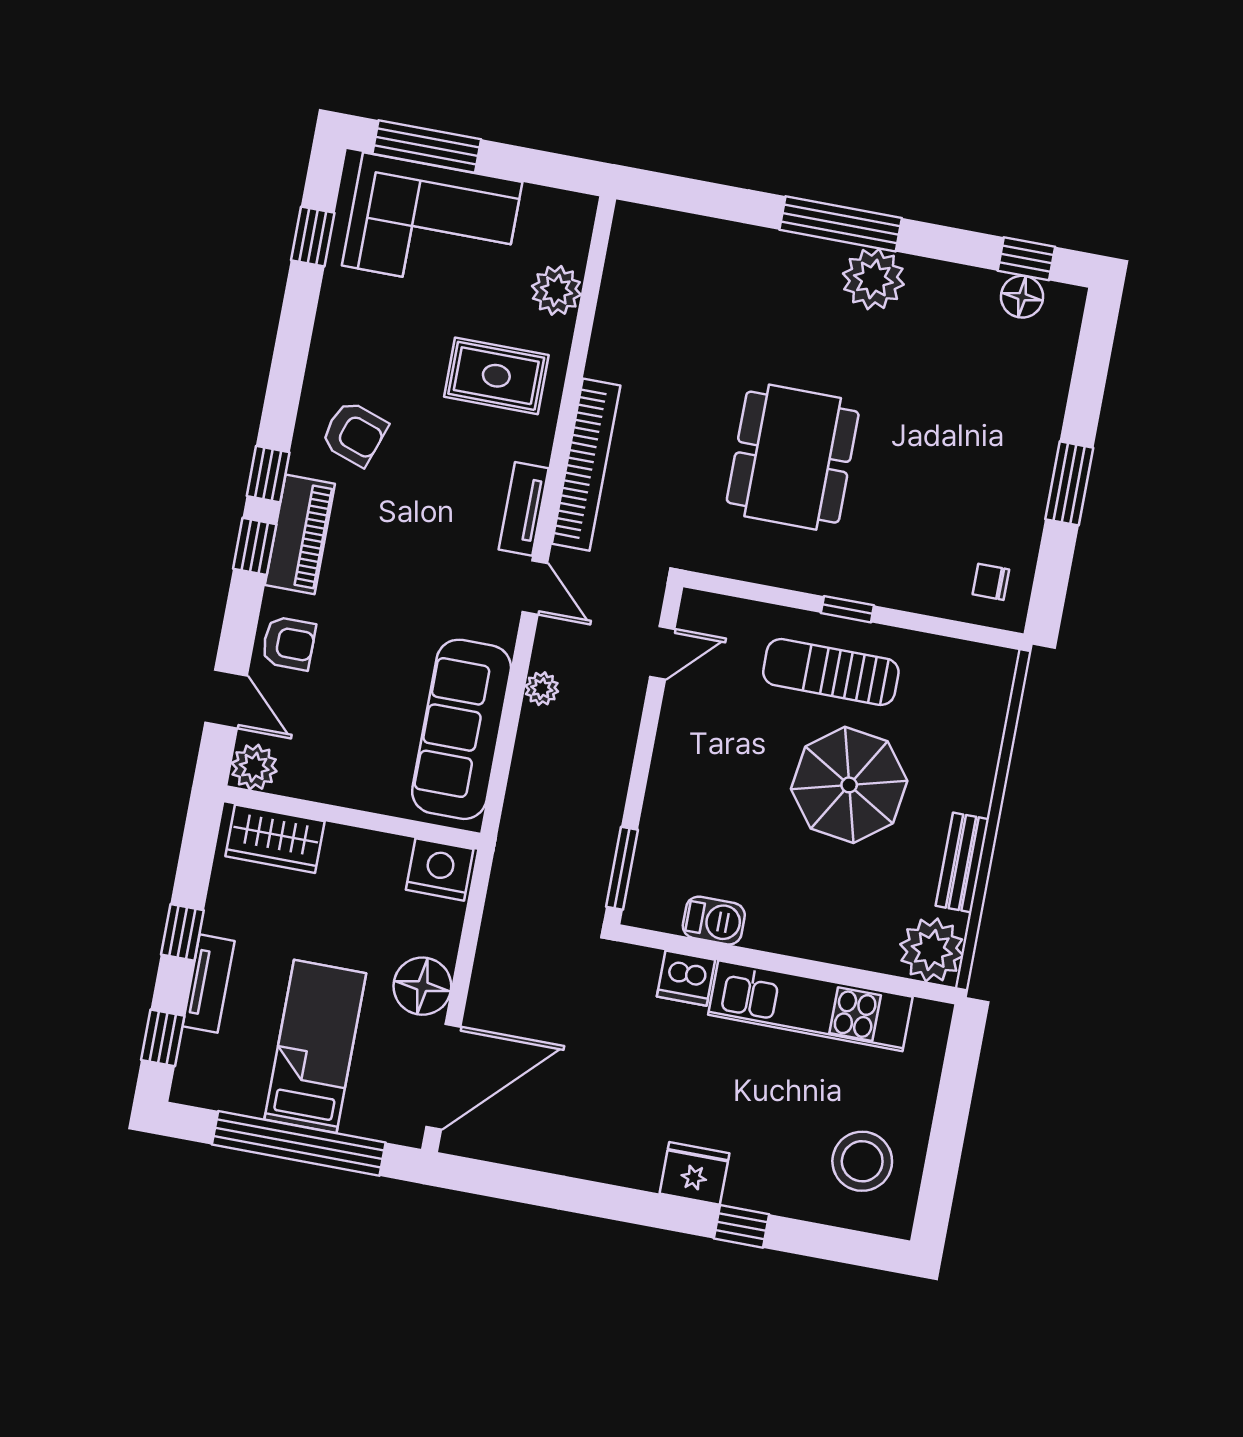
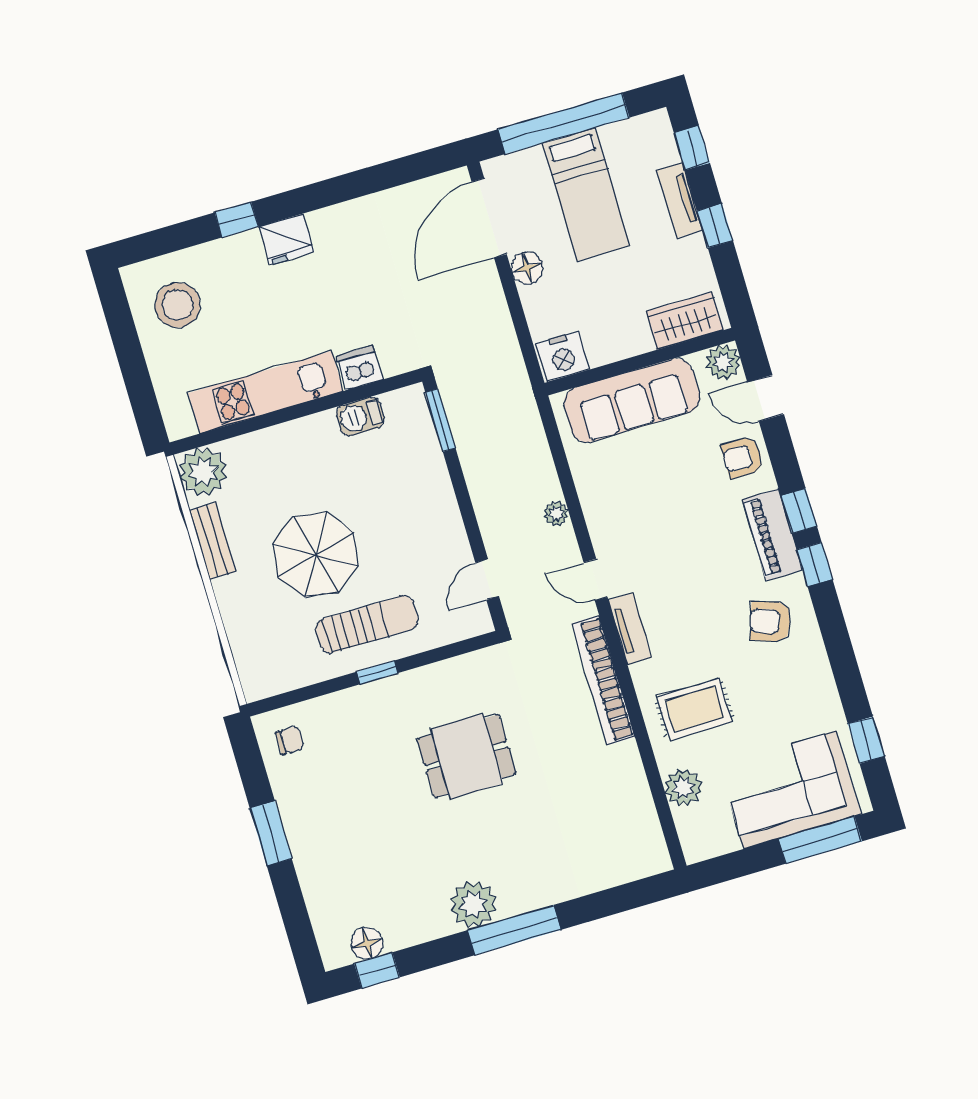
dining table: (793, 457) -> (466, 756), width x0.73
sofa: (462, 729) -> (632, 400), moved, turned 90
floor lamp: (422, 986) -> (527, 268), width x0.73, depth x0.73

